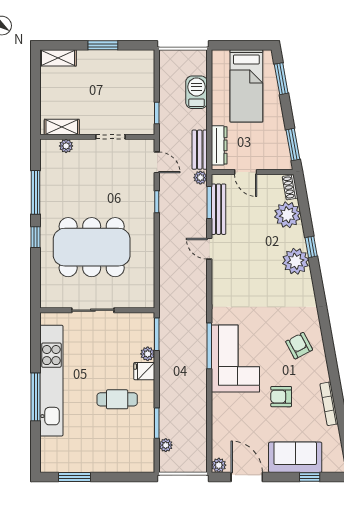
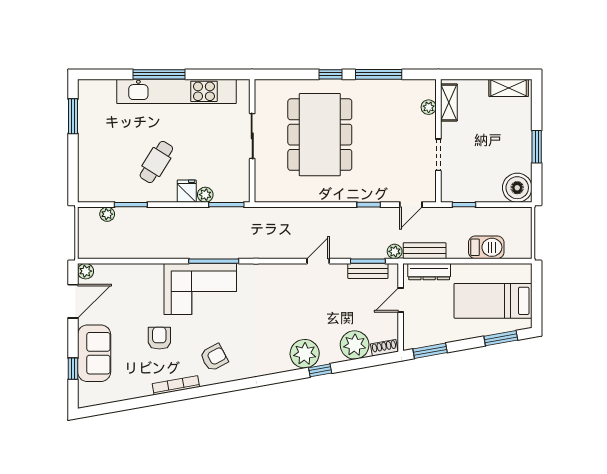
shelving: (58, 58) -> (509, 88), moved, turned 90
boiler: (141, 63) -> (517, 188), added
bench: (219, 209) -> (368, 271), width x0.73
cafe table: (117, 399) -> (156, 162), turned 32
bookcase: (329, 404) -> (176, 385), moved

